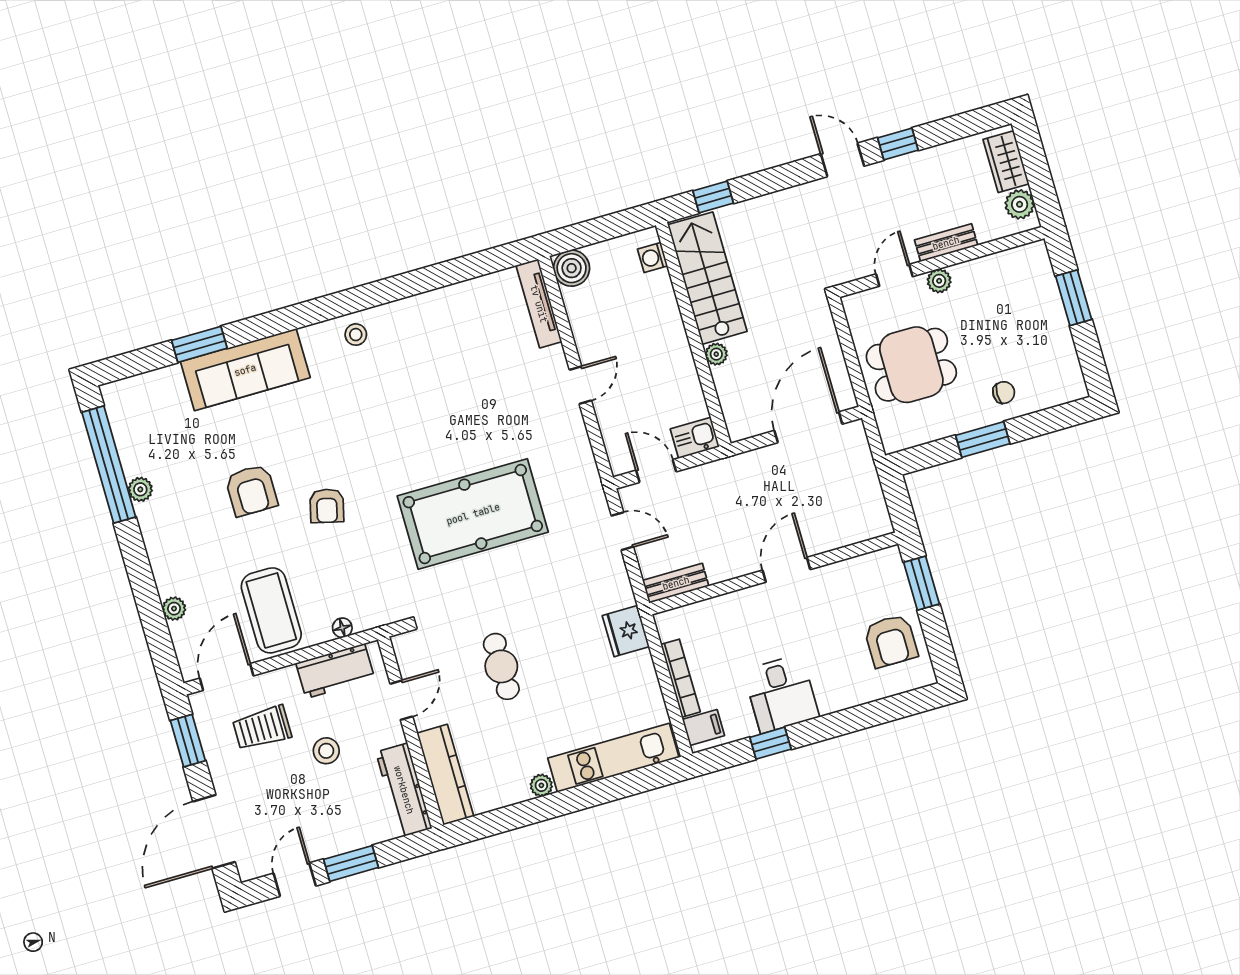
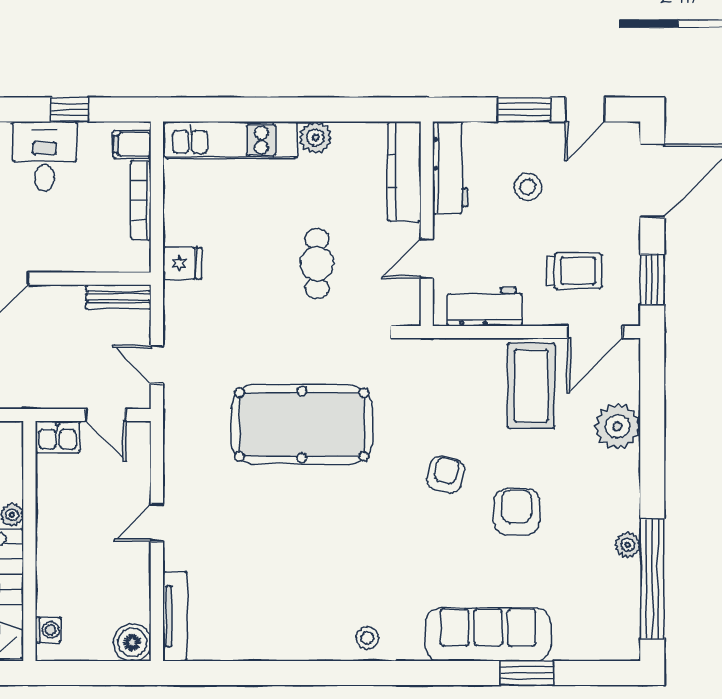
plant: (174, 609) -> (617, 426), width x1.88, depth x1.88
floor lamp: (342, 628) -> (465, 348), removed
fridge: (626, 631) -> (182, 263), width x0.72
stool: (326, 751) -> (528, 187), moved
plant: (541, 785) -> (315, 137), width x1.38, depth x1.38

